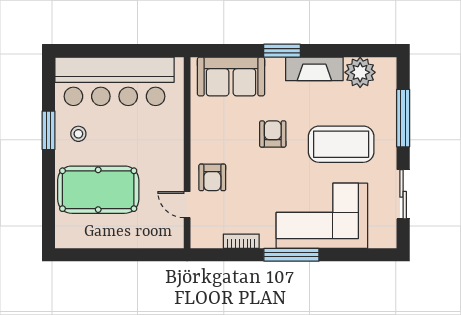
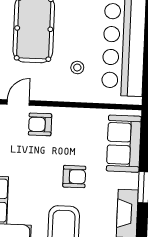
stool: (78, 134) -> (77, 68), moved

